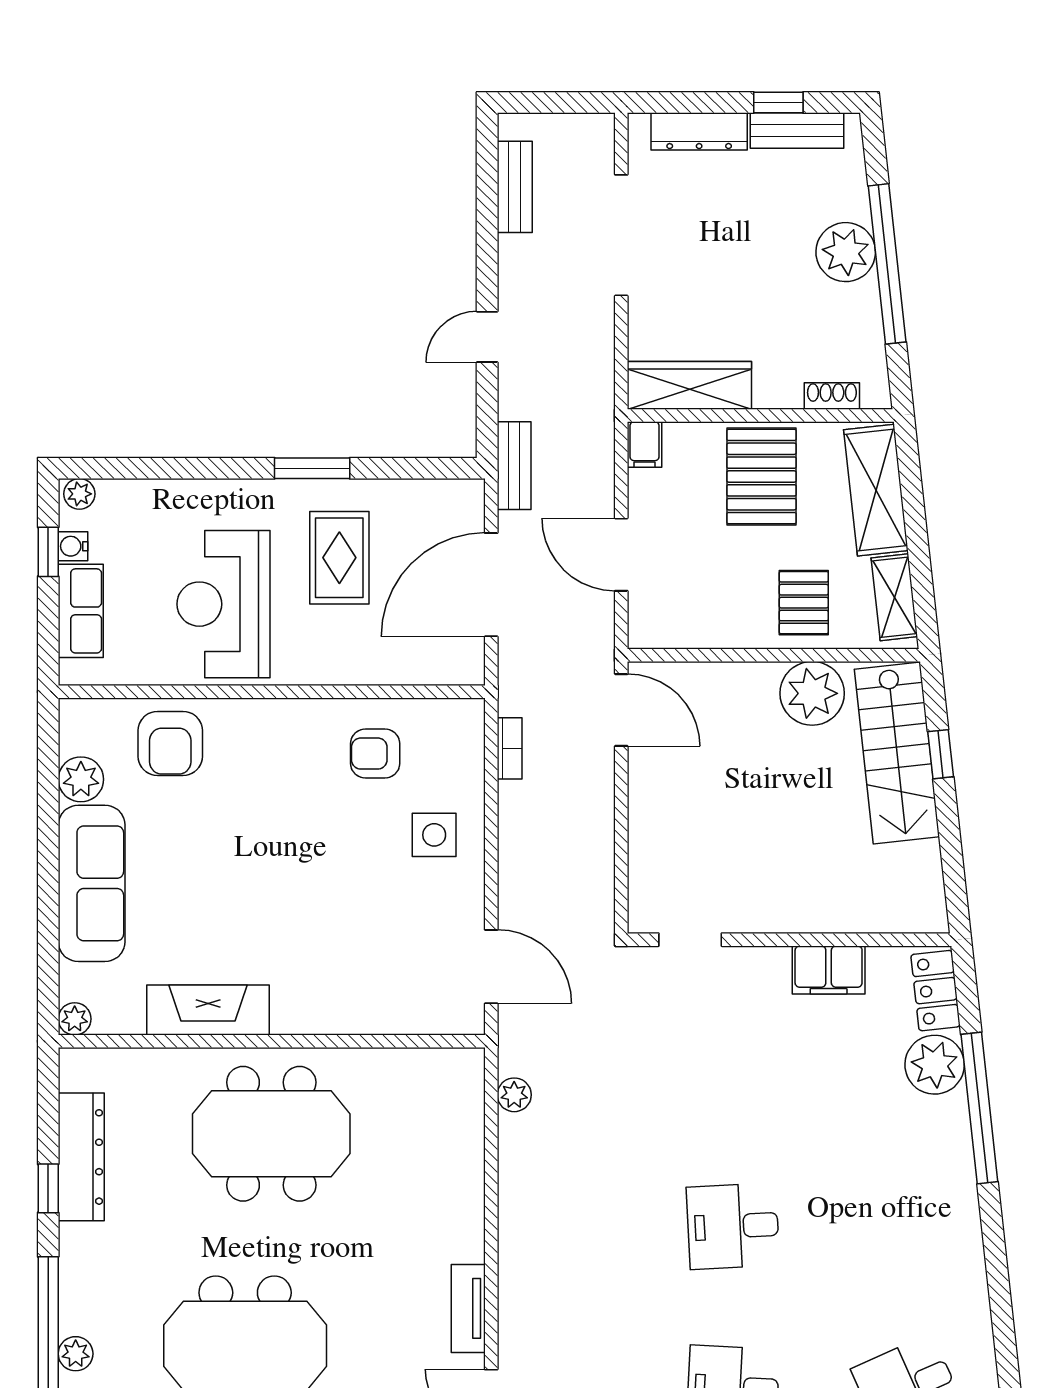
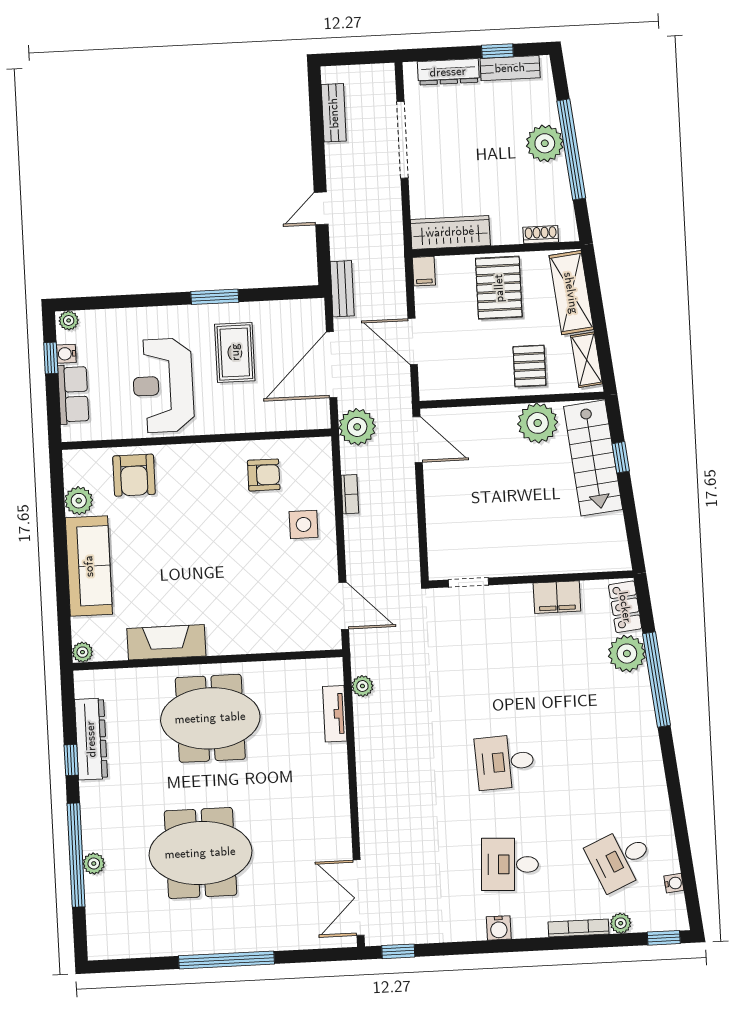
plant: (527, 685) -> (357, 427), added
bookcase: (510, 748) -> (350, 494), moved
armchair: (375, 754) -> (264, 475), turned 180
tv unit: (468, 1308) -> (335, 714), moved

